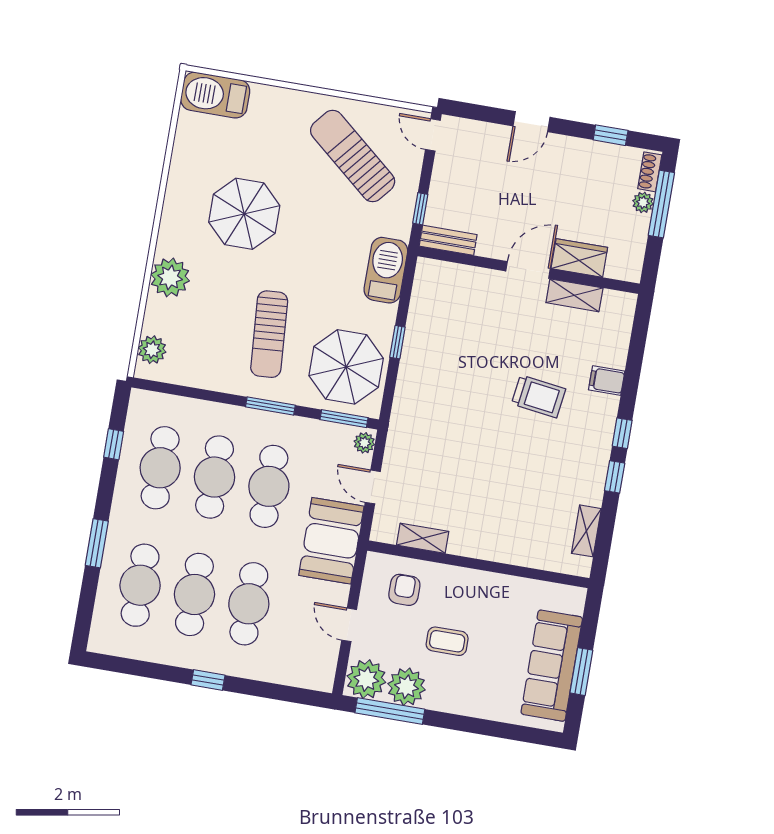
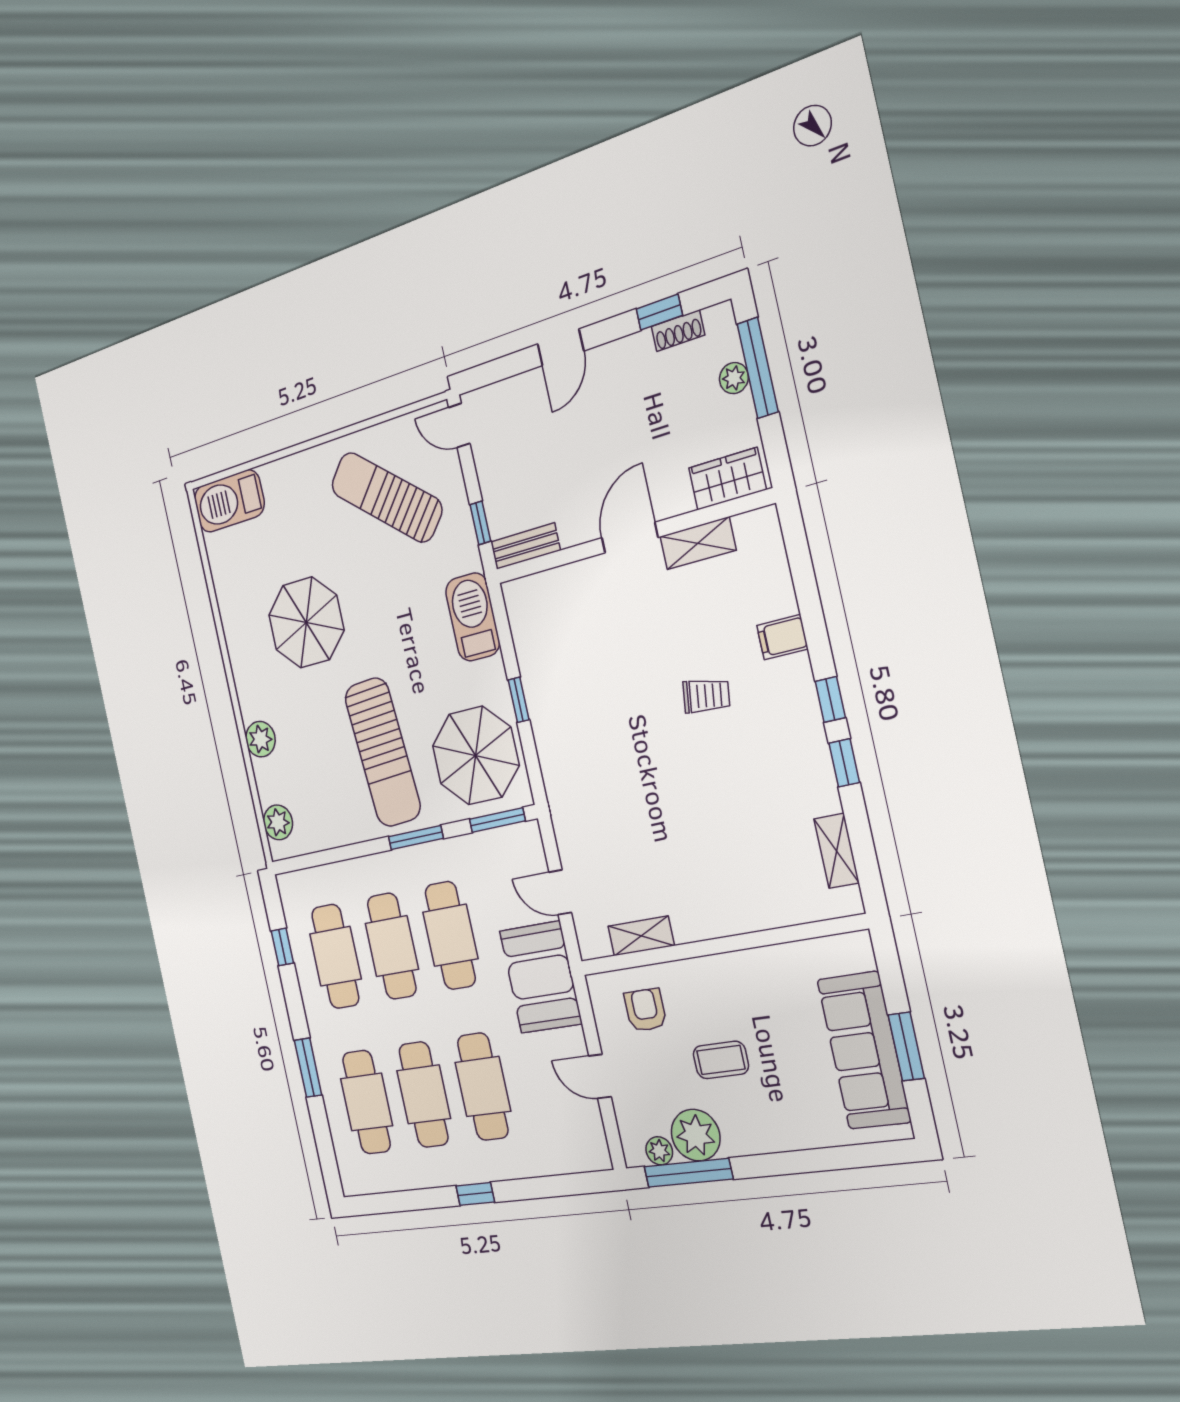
shoe rack: (650, 172) -> (678, 331), moved, turned -90
wardrobe: (579, 258) -> (727, 479), moved
plant: (170, 277) -> (260, 739), width x0.73, depth x0.73
sun lounger: (269, 334) -> (383, 752), width x1.36, depth x1.34
trolley: (539, 396) -> (706, 696), width x0.73, depth x0.72
plant: (364, 443) -> (530, 841), removed
plant: (366, 679) -> (659, 1151), width x0.53, depth x0.53

